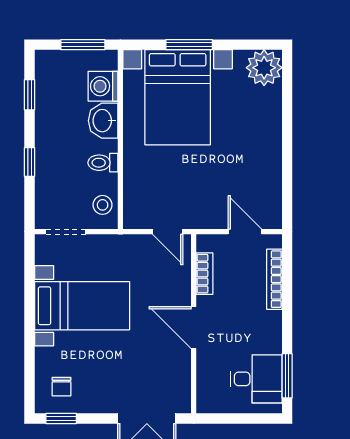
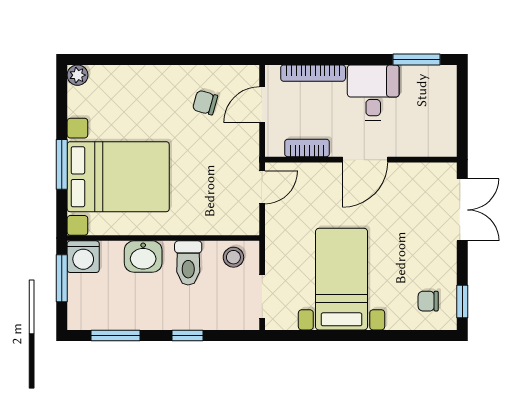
plant: (264, 68) -> (78, 75), width x0.53, depth x0.53
washing machine: (103, 86) -> (83, 257), moved
window: (29, 95) -> (115, 335), width x1.50
toilet: (103, 163) -> (188, 263), width x1.37, depth x1.39
chair: (247, 178) -> (205, 103), added
desk: (256, 379) -> (373, 93), moved
chair: (62, 387) -> (428, 301), turned 180

